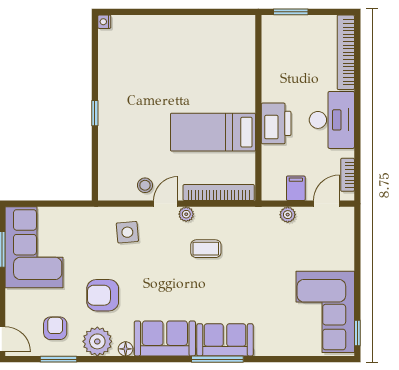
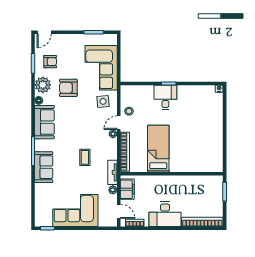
desk: (120, 119) -> (165, 97), added
printer: (276, 123) -> (163, 183), removed
filing cabinet: (296, 188) -> (127, 189), width x2.00
door: (166, 204) -> (119, 123), swing flipped
tv unit: (256, 215) -> (113, 172), added
corner sofa: (34, 247) -> (101, 68), moved, turned 90
coffee table: (206, 249) -> (85, 157), moved
armchair: (103, 295) -> (68, 88), turned -90
corner sofa: (325, 312) -> (75, 211), moved
sofa: (225, 340) -> (44, 167), moved

